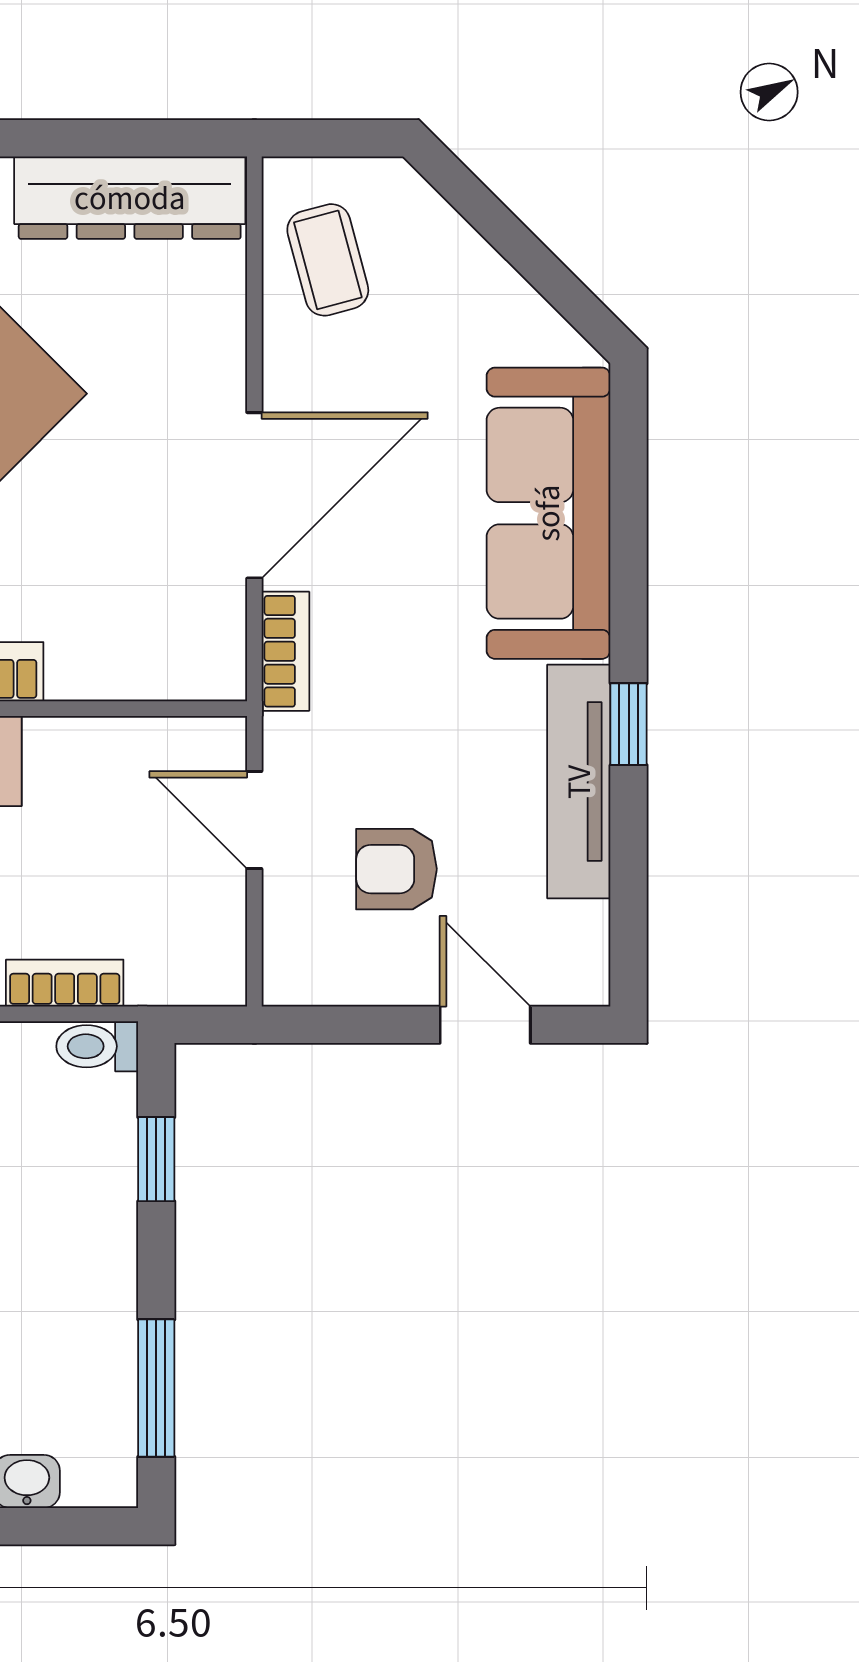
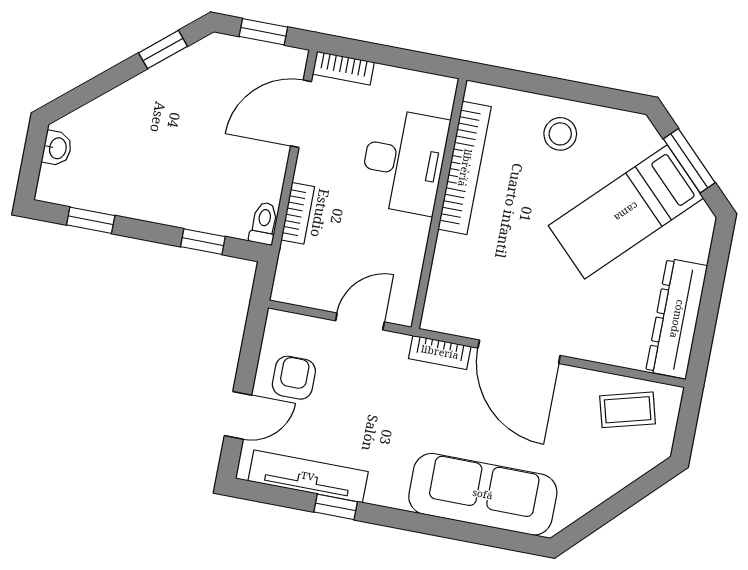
window: (629, 724) -> (336, 507), moved
tv unit: (579, 782) -> (308, 476), moved
armchair: (396, 869) -> (294, 378), moved
window: (156, 1388) -> (91, 220), width x0.67

